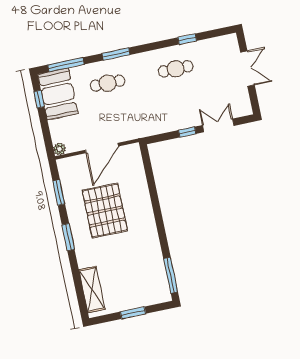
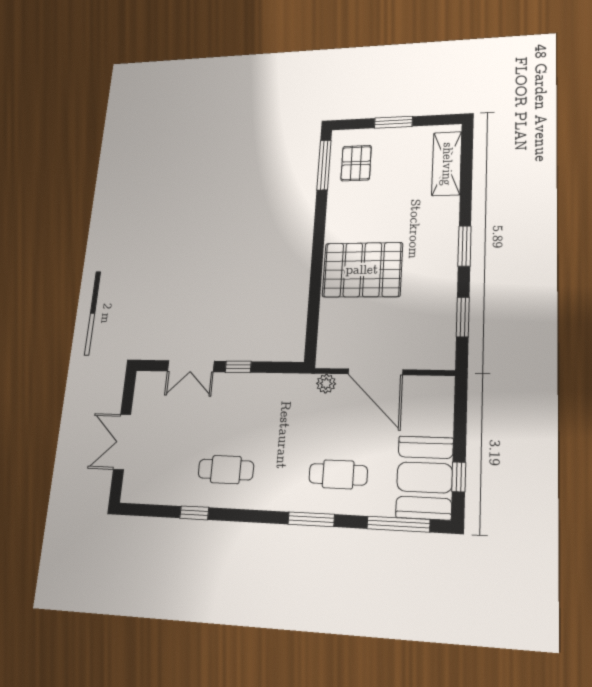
door: (102, 148) -> (375, 372), swing flipped
plant: (60, 149) -> (326, 384), moved
pallet: (105, 211) -> (362, 270), moved, turned 90
pallet: (150, 280) -> (356, 163), added

